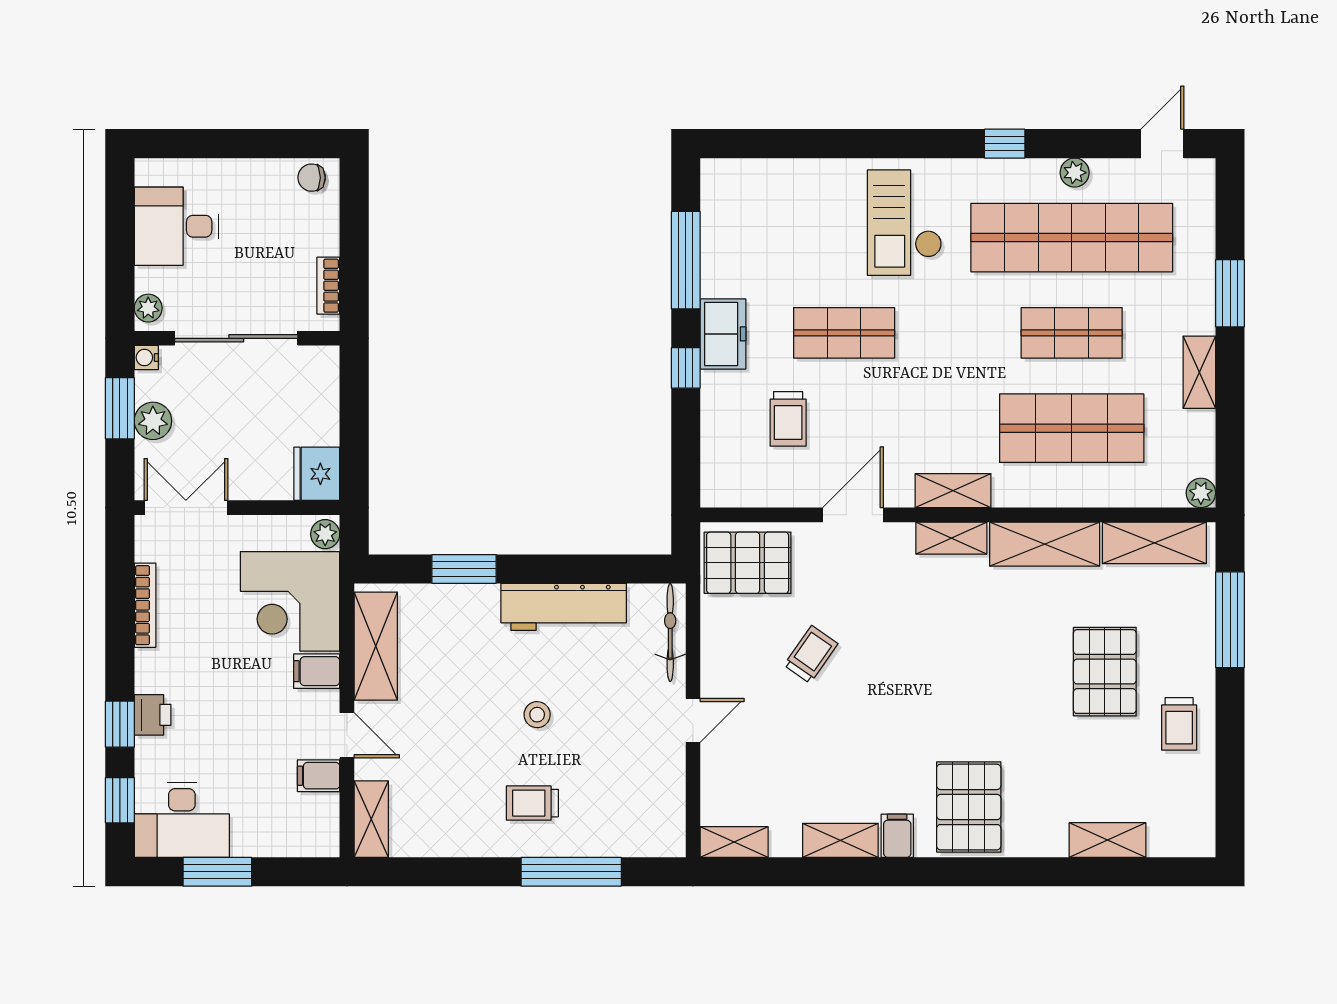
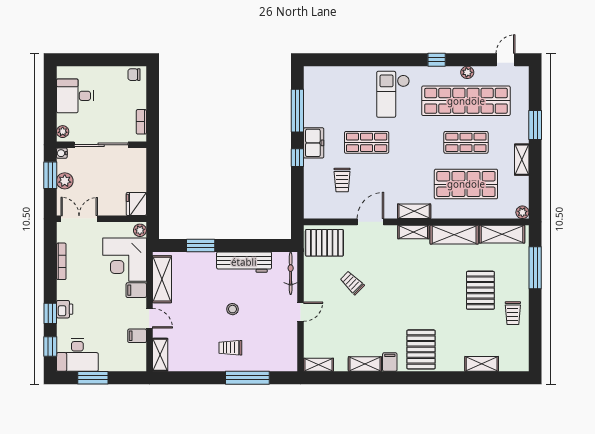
trolley: (811, 654) -> (352, 283), turned -81

